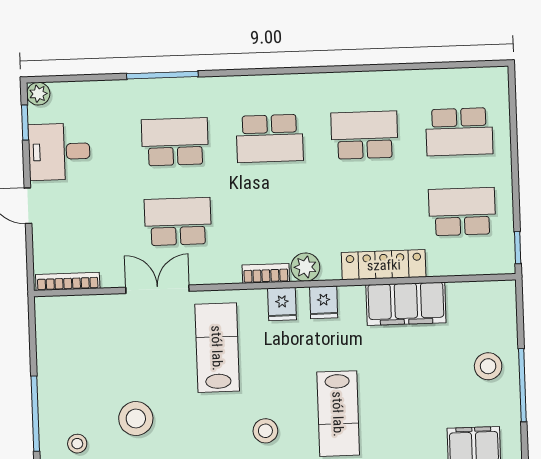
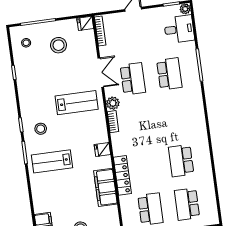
school desk: (364, 135) -> (181, 161), turned 180
school desk: (270, 138) -> (175, 117), removed
desk: (59, 152) -> (179, 29), moved, turned 90
plant: (305, 267) -> (113, 103), moved
fridge: (282, 304) -> (85, 23), moved
stool: (136, 419) -> (59, 45), moved

